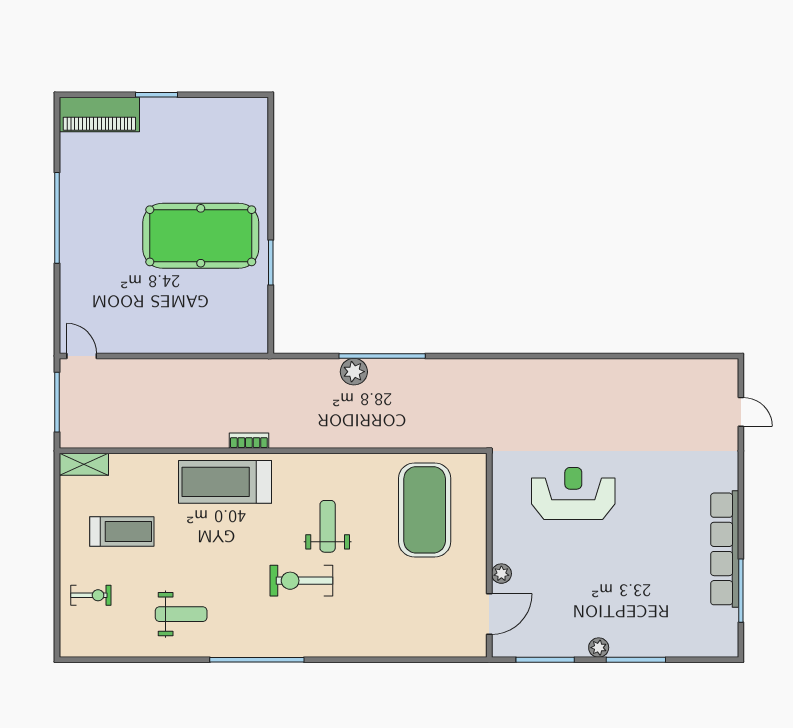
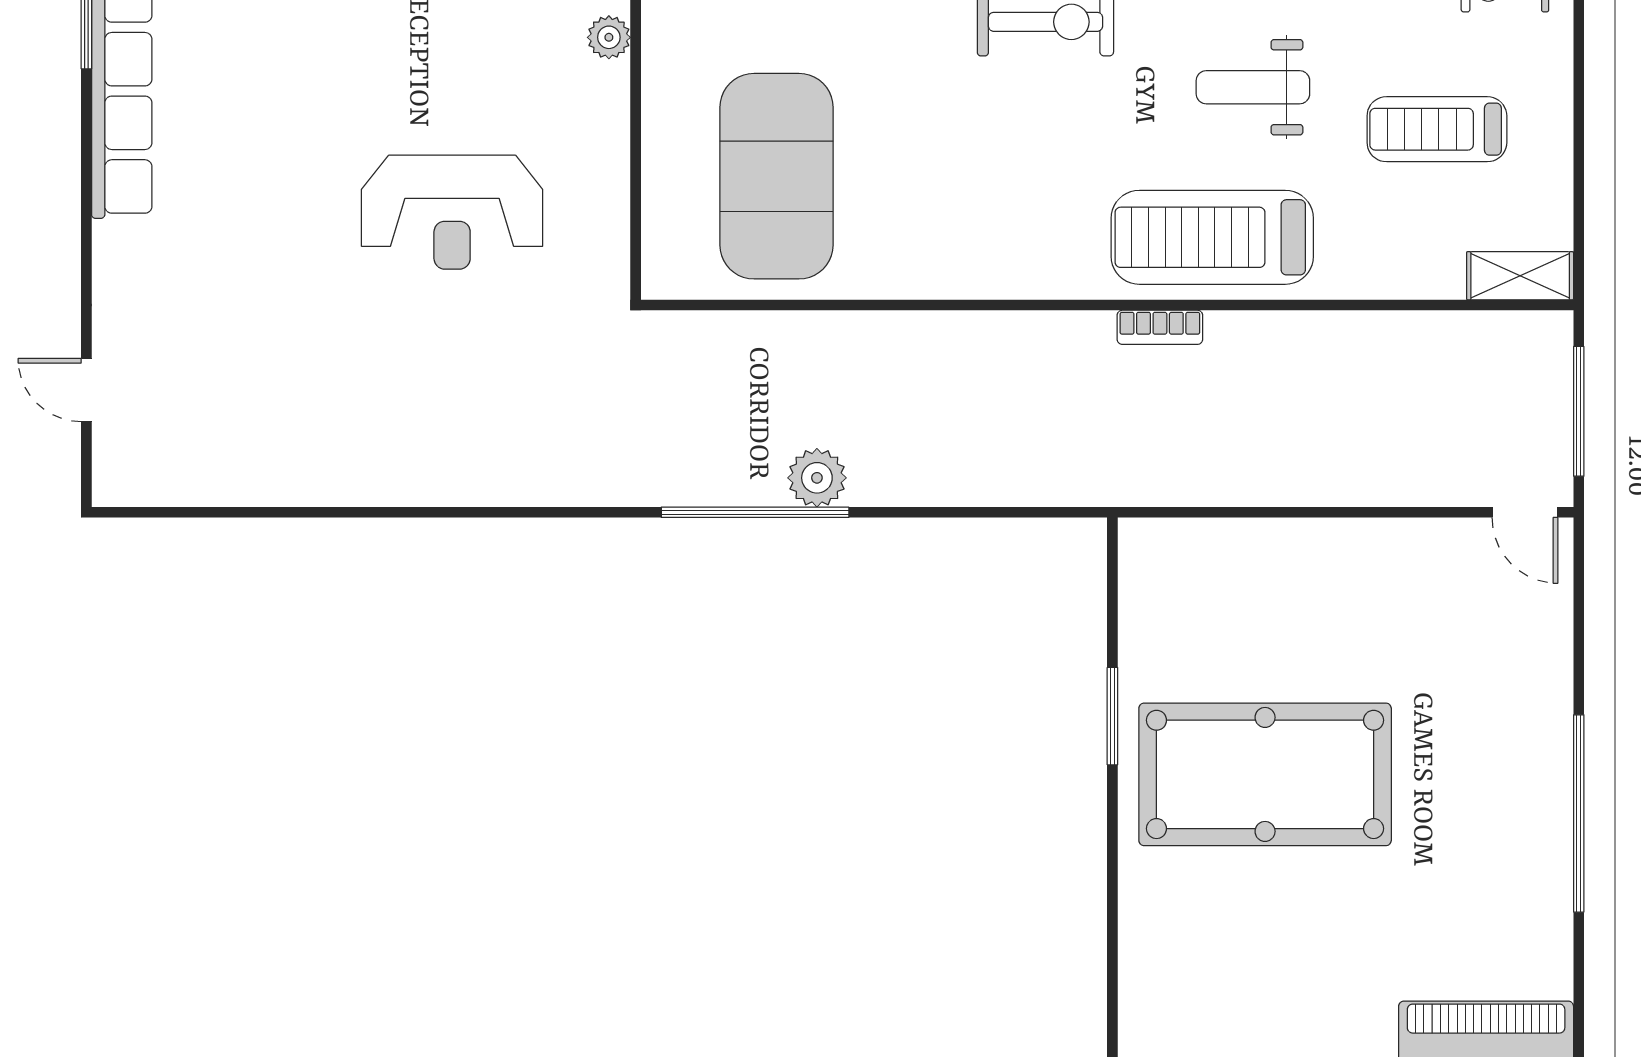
window: (382, 356) -> (755, 512), moved
plant: (354, 372) -> (817, 478), moved
treadmill: (225, 482) -> (1212, 237), turned 180
weight bench: (328, 526) -> (1253, 87), moved, turned 90

